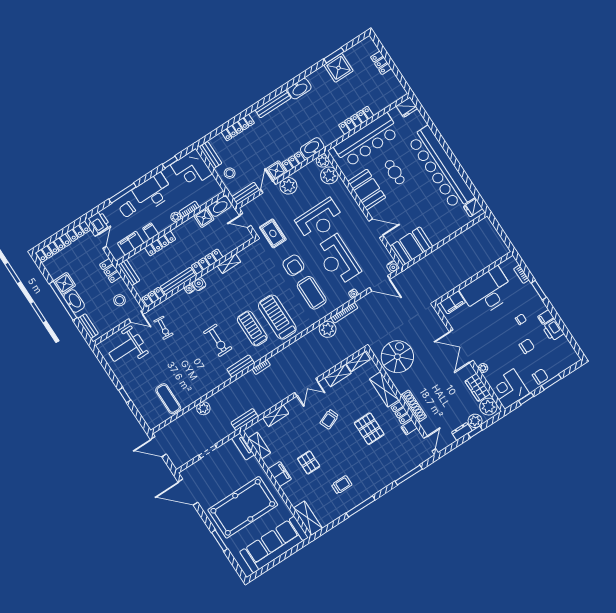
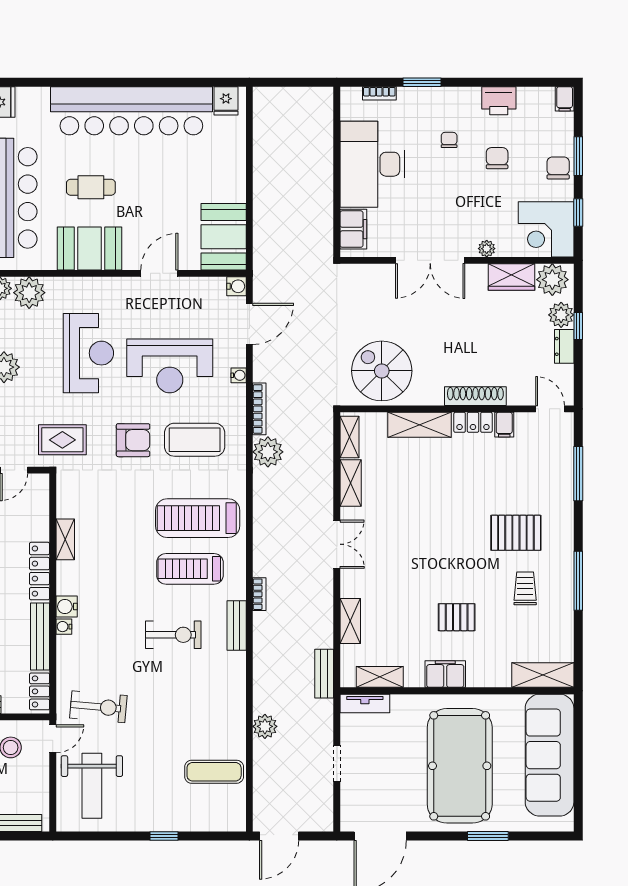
filing cabinet: (546, 317) -> (565, 99), moved
exercise bike: (163, 328) -> (98, 707), width x1.38, depth x1.39
trolley: (329, 419) -> (410, 541), removed
pallet: (369, 429) -> (516, 533), moved

